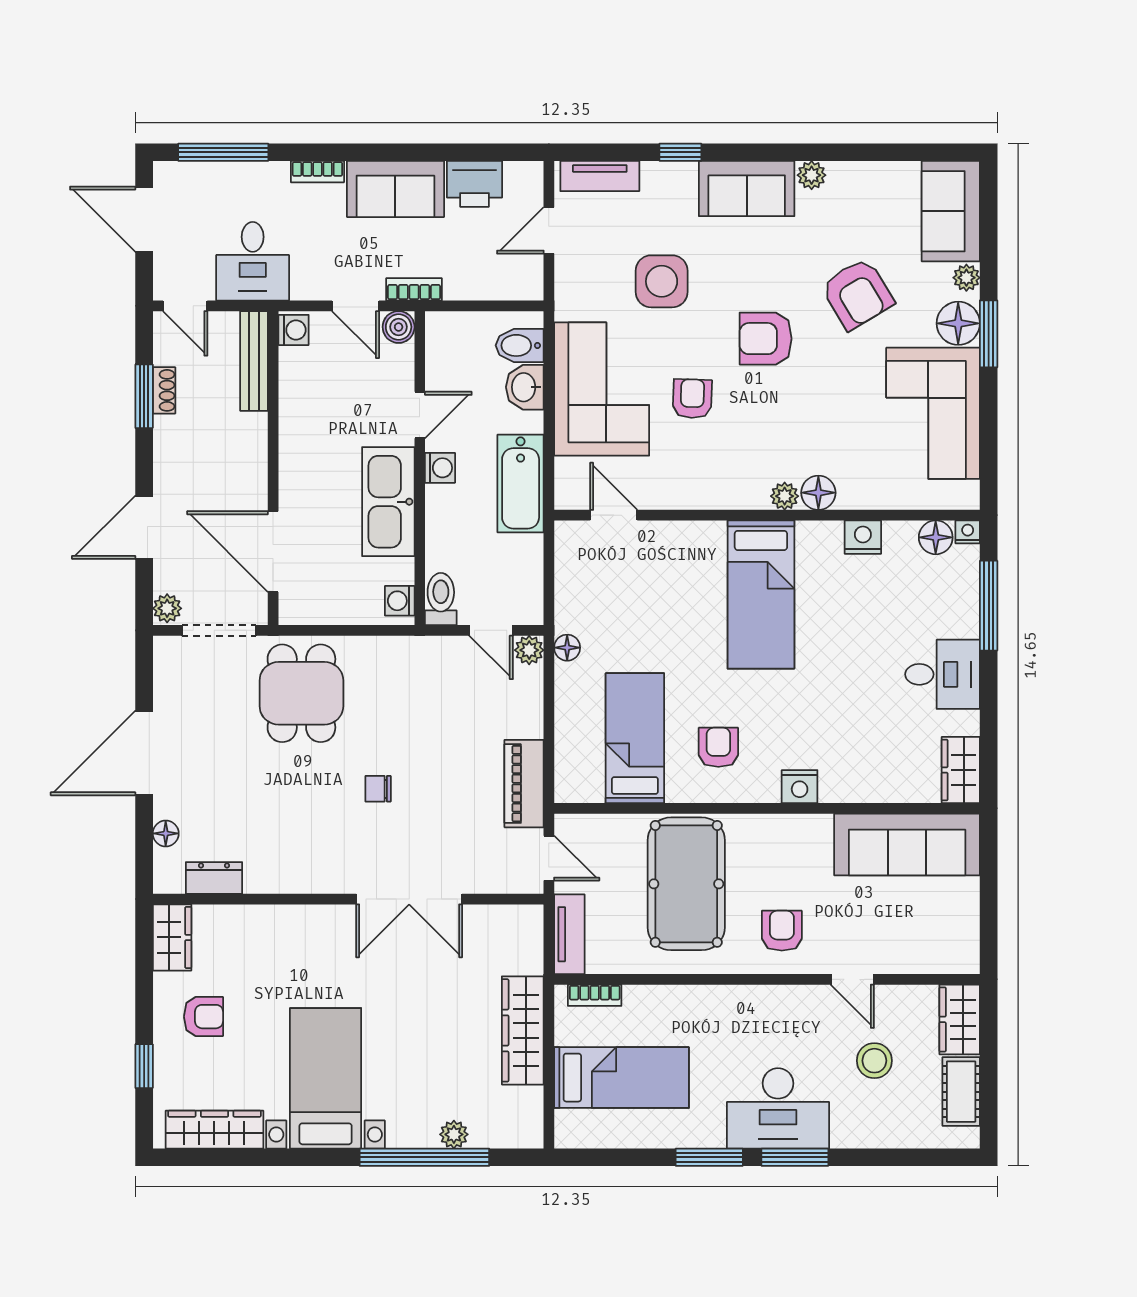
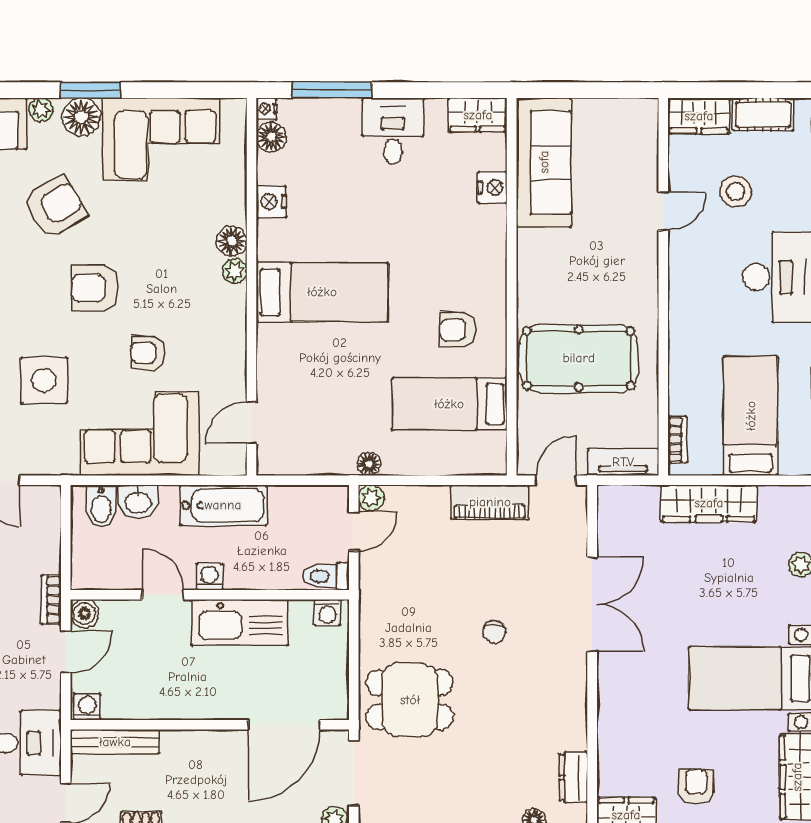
armchair: (766, 339) -> (95, 288), turned 90
nightstand: (800, 787) -> (492, 187), moved
armchair: (782, 931) -> (620, 274), removed

